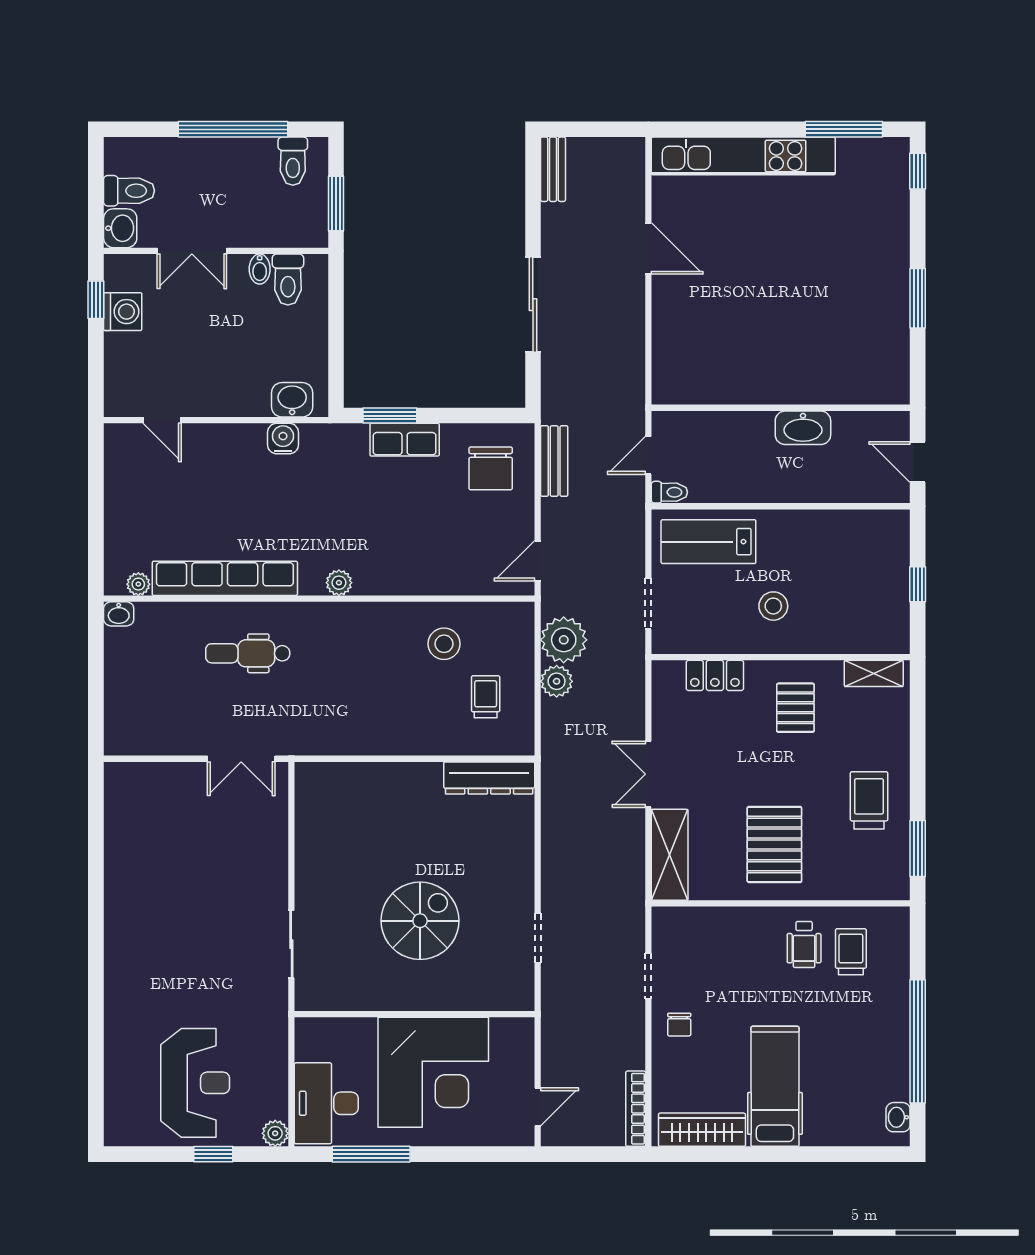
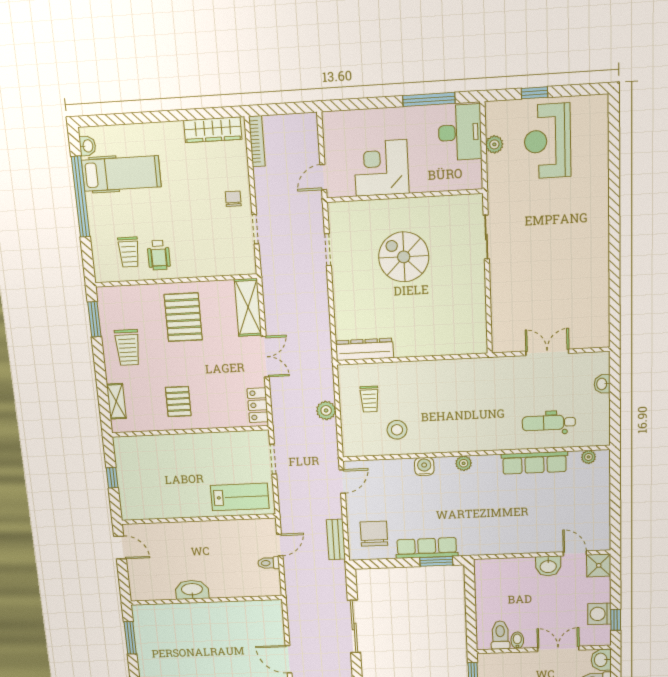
shower: (123, 397) -> (599, 565), added
washbasin: (292, 400) -> (548, 566), moved
wall: (781, 408) -> (206, 600), moved
washbasin: (803, 428) -> (192, 590), moved
water cooler: (283, 439) -> (424, 466), moved, turned 180
row of seats: (405, 440) -> (427, 548), width x1.48
toilet: (669, 492) -> (269, 563), moved
row of seats: (225, 578) -> (534, 463), width x0.73
stool: (773, 606) -> (197, 461), removed
washbasin: (119, 614) -> (602, 384), moved, turned -90
plant: (564, 640) -> (323, 435), removed
dental chair: (248, 653) -> (549, 423), moved, turned 180
shelving: (874, 673) -> (116, 401), moved, turned 90
locker: (715, 675) -> (258, 405), moved, turned -90
double door: (241, 759) -> (547, 352), moved
spiral stairs: (420, 921) -> (404, 257), turned 90
wheelchair: (804, 945) -> (159, 255), turned 180
corner desk: (433, 1072) -> (381, 168), width x0.74, depth x0.74
hospital bed: (775, 1086) -> (121, 173), moved, turned -90
door: (538, 1107) -> (323, 177), moved
plant: (275, 1133) -> (494, 144), moved

